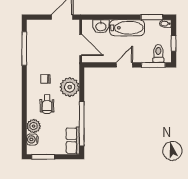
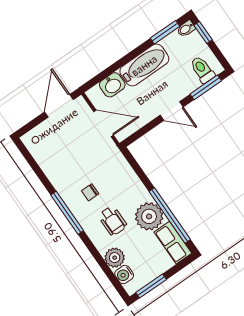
window: (174, 44) -> (203, 32), moved
window: (24, 49) -> (67, 213), moved
door: (124, 65) -> (172, 111), swing flipped
plant: (70, 87) -> (149, 216), moved

